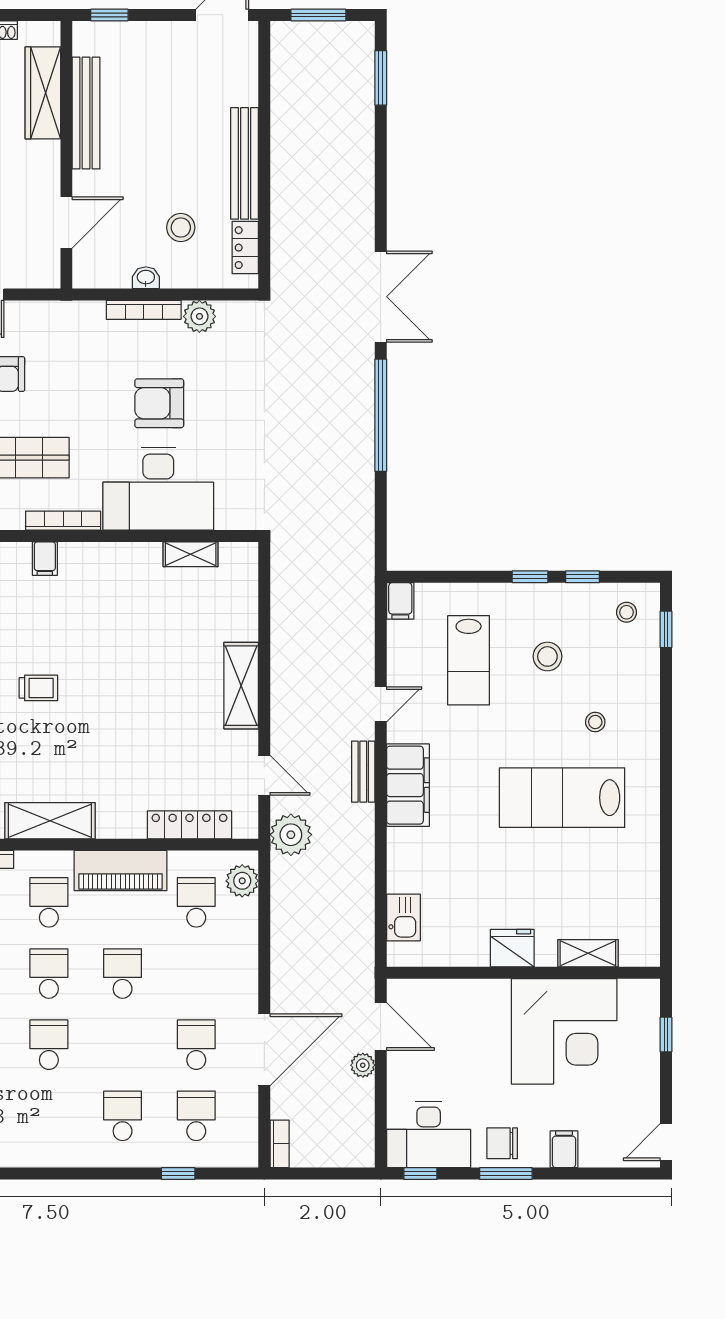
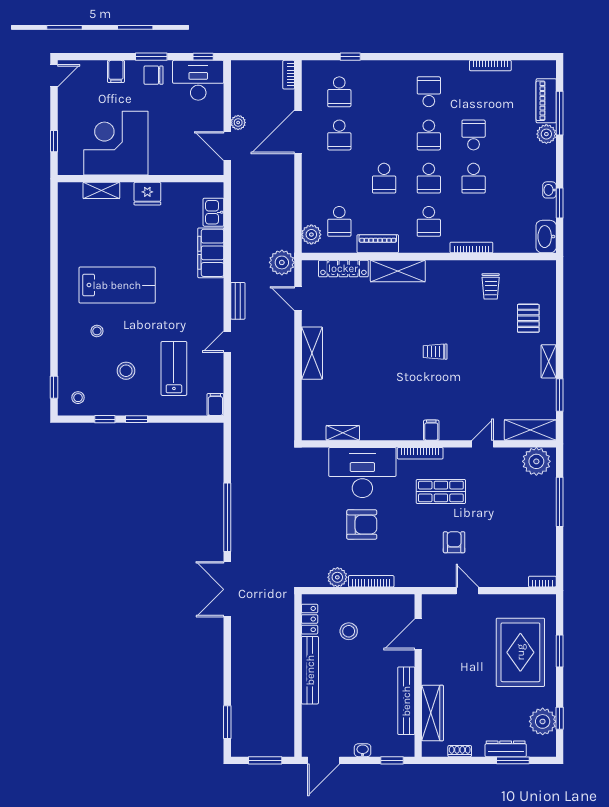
washbasin: (146, 278) -> (363, 750), moved, turned 180
filing cabinet: (408, 785) -> (211, 253), moved
shelving: (50, 821) -> (398, 271), moved
piano: (120, 871) -> (378, 244), width x0.73, depth x0.75
school desk: (123, 1116) -> (429, 92), moved, turned 180
chair: (502, 1143) -> (154, 75), turned 180

